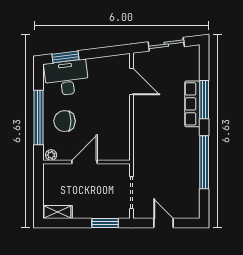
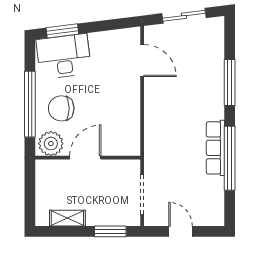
row of seats: (192, 104) -> (215, 148), moved
plant: (51, 155) -> (51, 144), width x1.88, depth x1.88
shelving: (57, 212) -> (67, 218), moved

